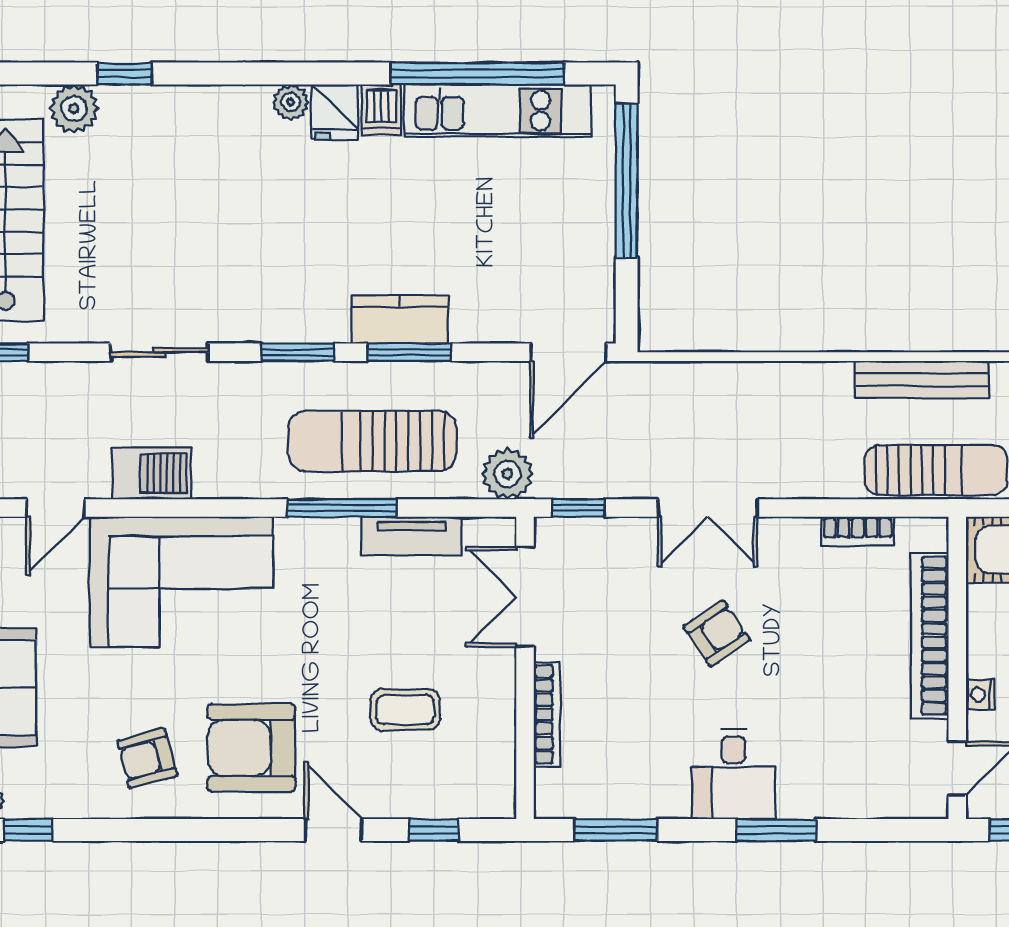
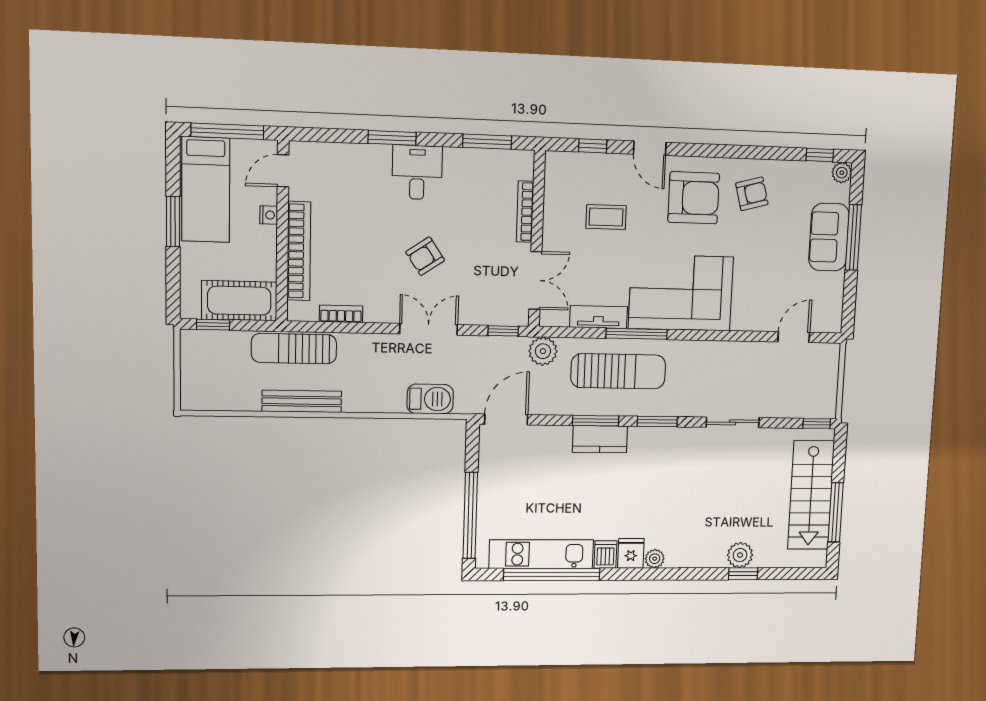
plant: (74, 109) -> (740, 555), moved
barbecue: (152, 473) -> (430, 399), moved, turned 180
corner sofa: (181, 582) -> (681, 293), moved

